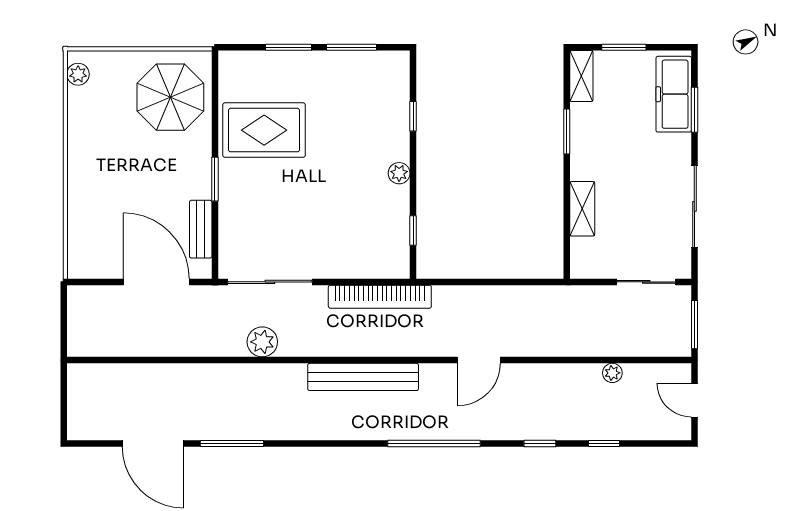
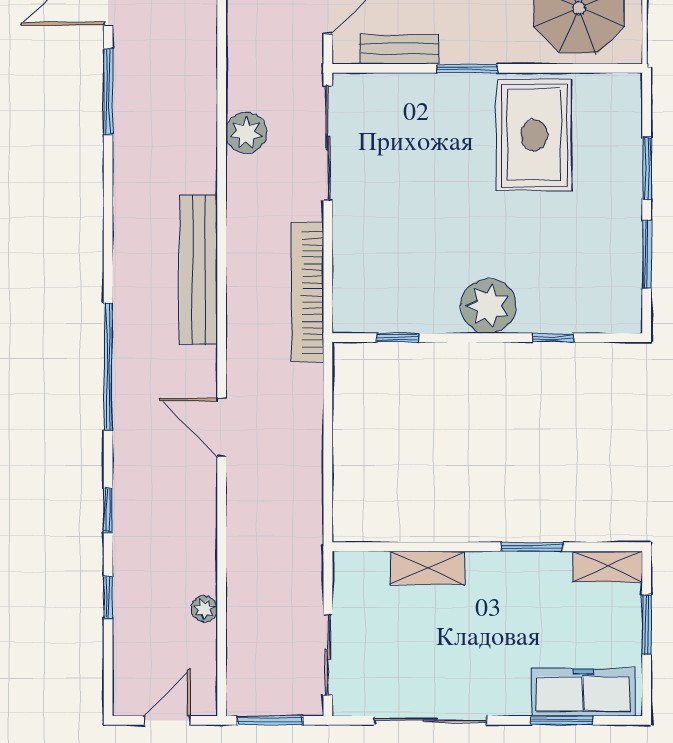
plant: (399, 173) -> (488, 306), width x1.87, depth x1.87

